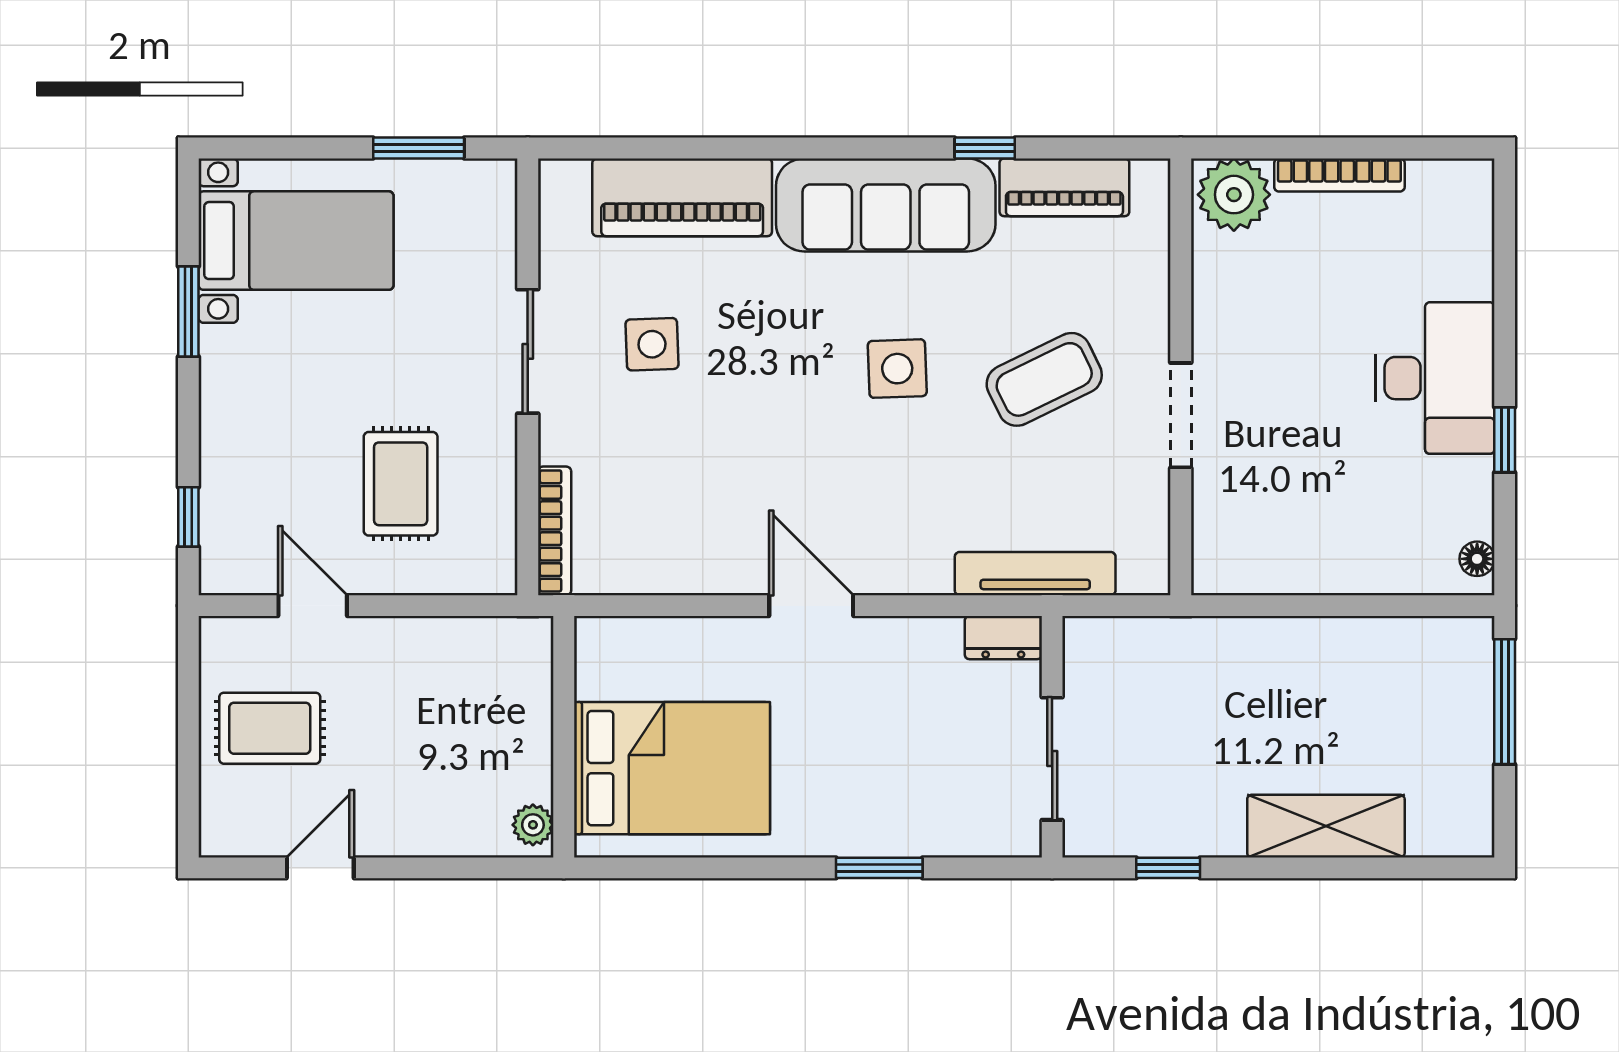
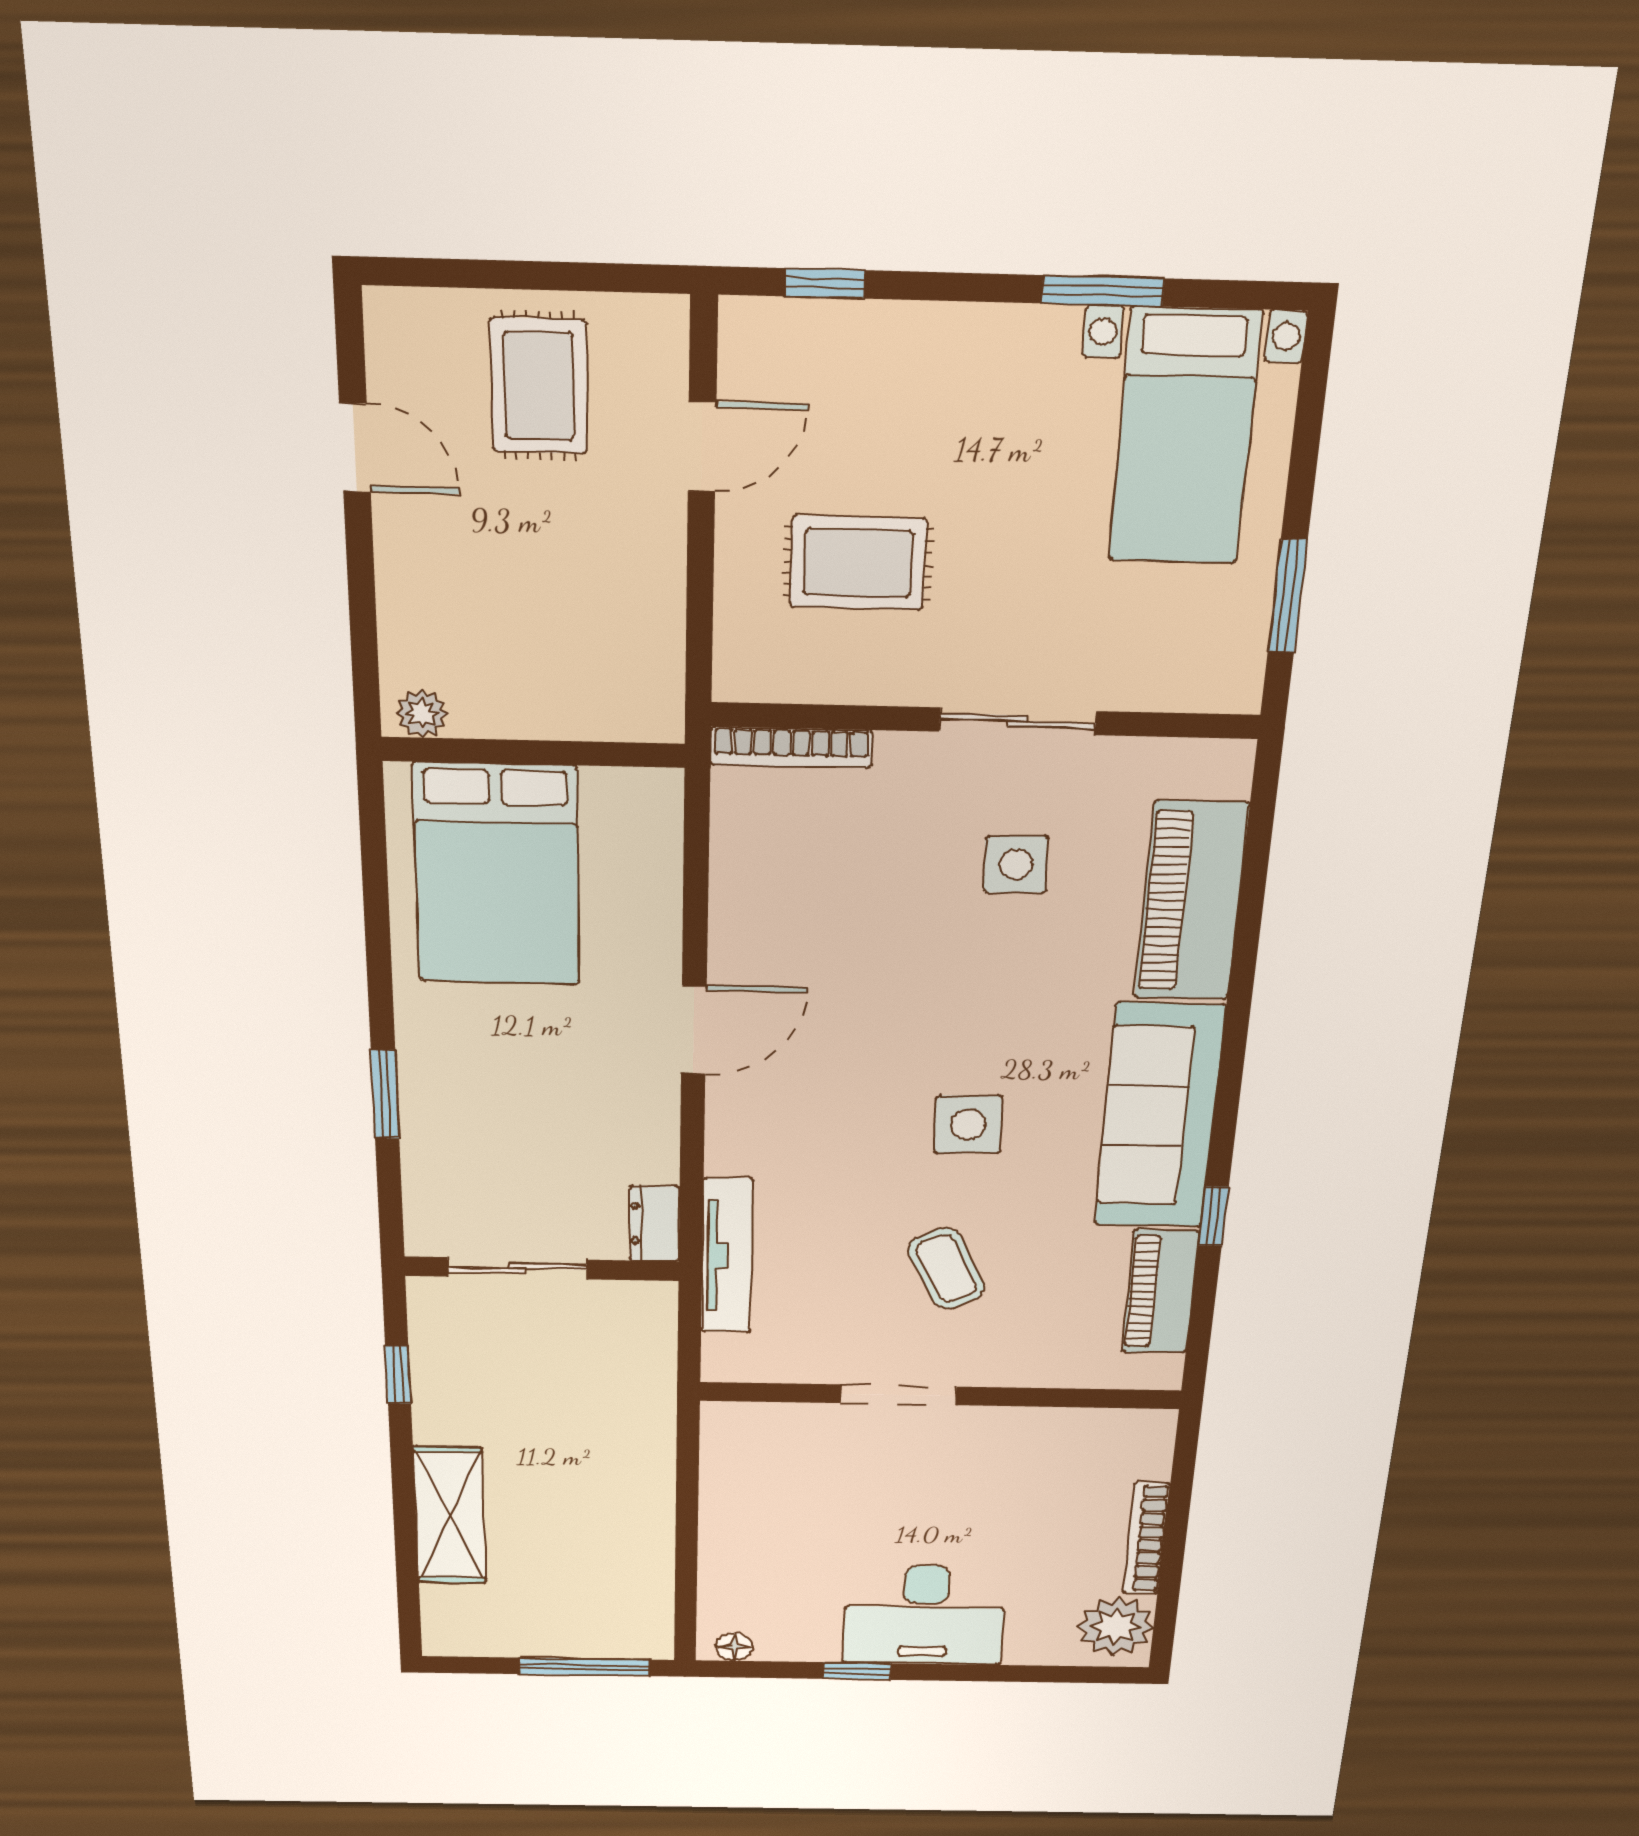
plant: (1234, 195) -> (1116, 1626), moved
coffee table: (1044, 379) -> (946, 1269), width x0.73, depth x0.77

